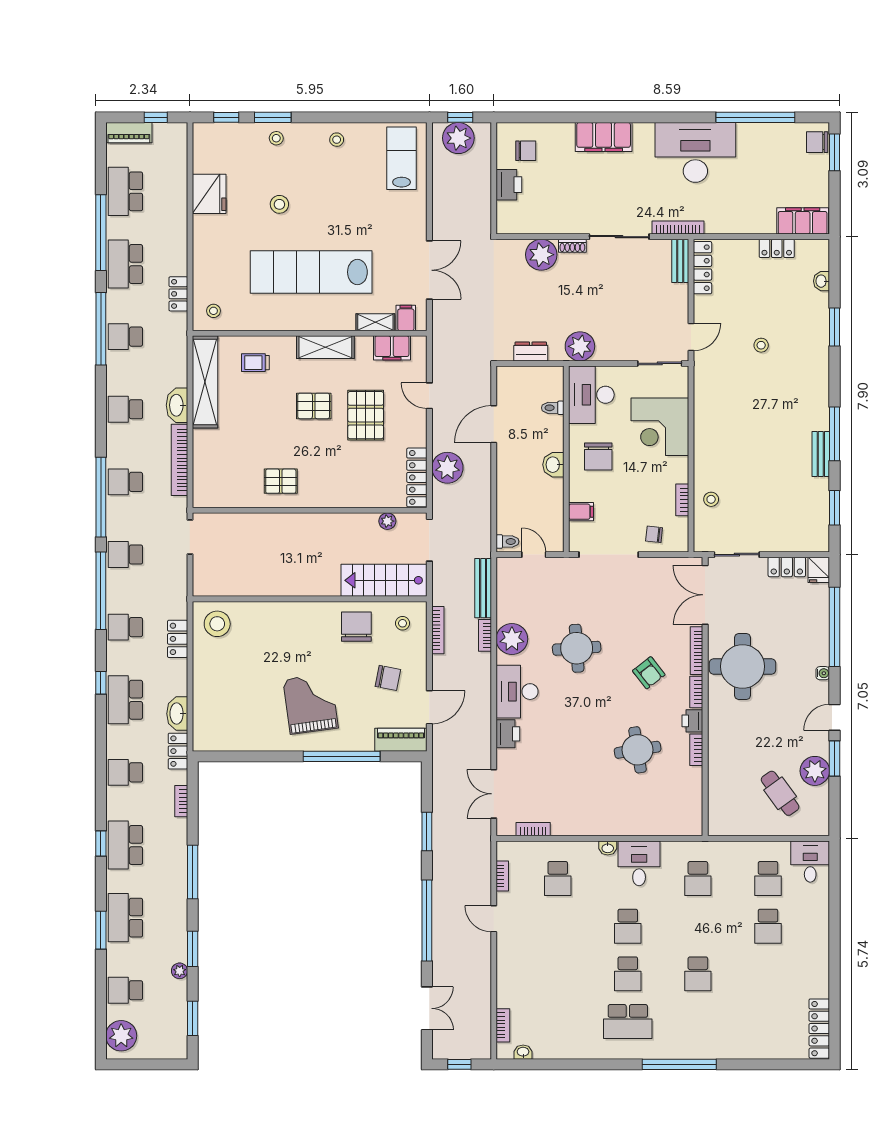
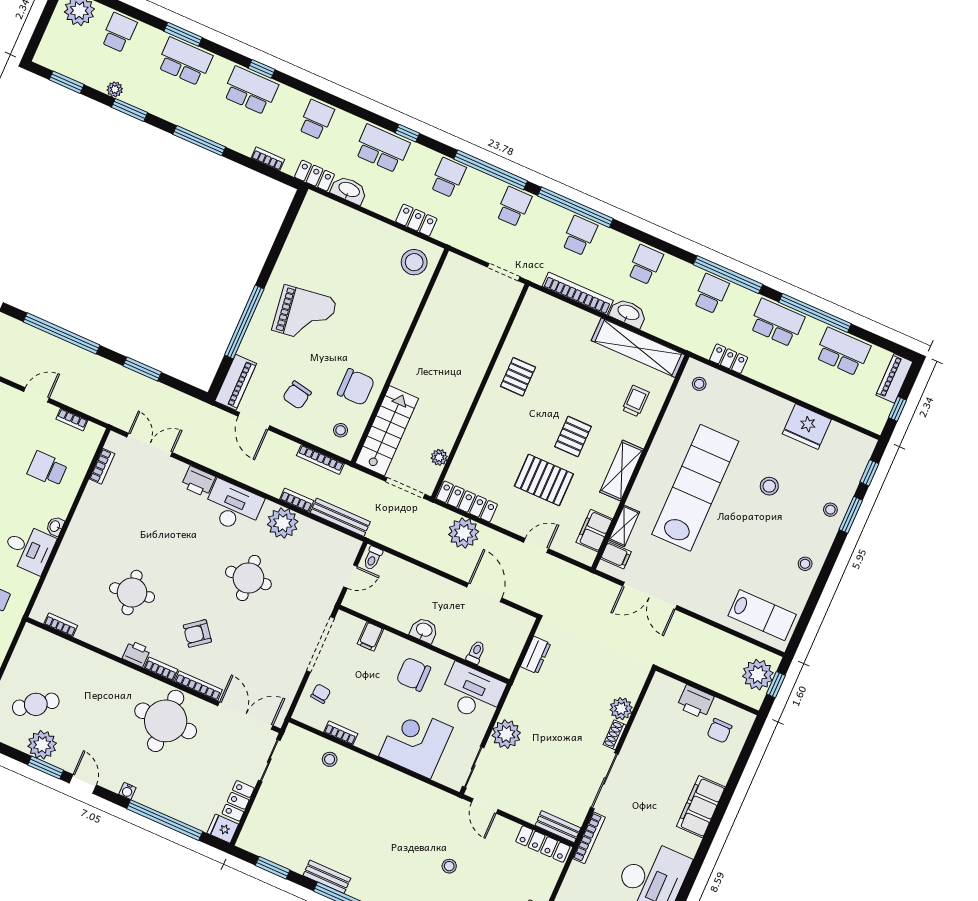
plant: (541, 255) -> (621, 709), width x0.73, depth x0.73
plant: (580, 346) -> (506, 734), moved
bookcase: (696, 750) -> (61, 625), moved

